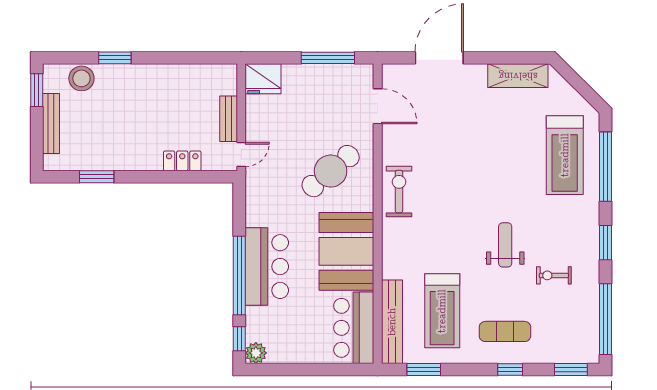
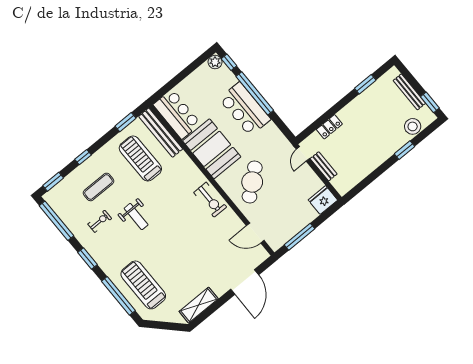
exercise mat: (505, 331) -> (99, 187), moved

